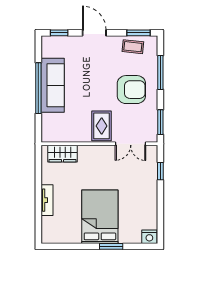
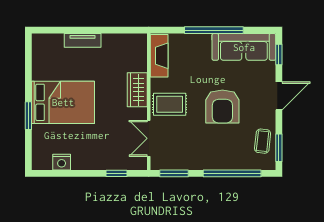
window: (160, 73) -> (232, 173), width x1.46
sofa: (53, 85) -> (244, 47), moved
armchair: (131, 90) -> (222, 107), moved
fireplace: (60, 135) -> (159, 56), added
wardrobe: (63, 154) -> (137, 90), moved
nightstand: (149, 237) -> (62, 162), moved, turned -90

